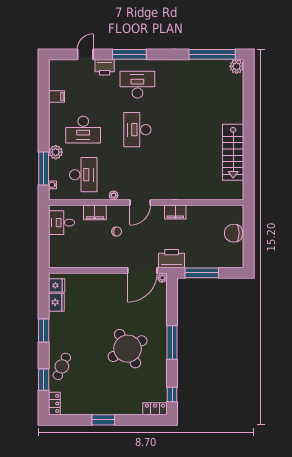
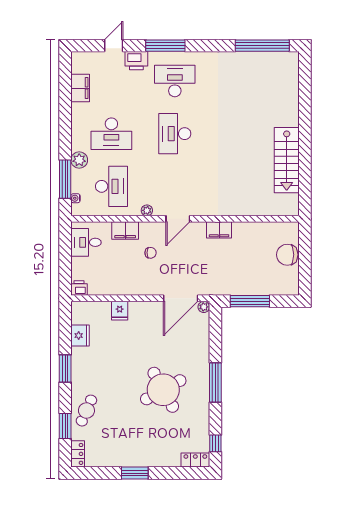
plant: (237, 66) -> (291, 60), removed
filing cabinet: (56, 97) -> (80, 88), width x2.00
printer: (172, 259) -> (79, 288), moved, width x0.53, depth x0.68
fridge: (57, 285) -> (120, 311), moved, turned 90

